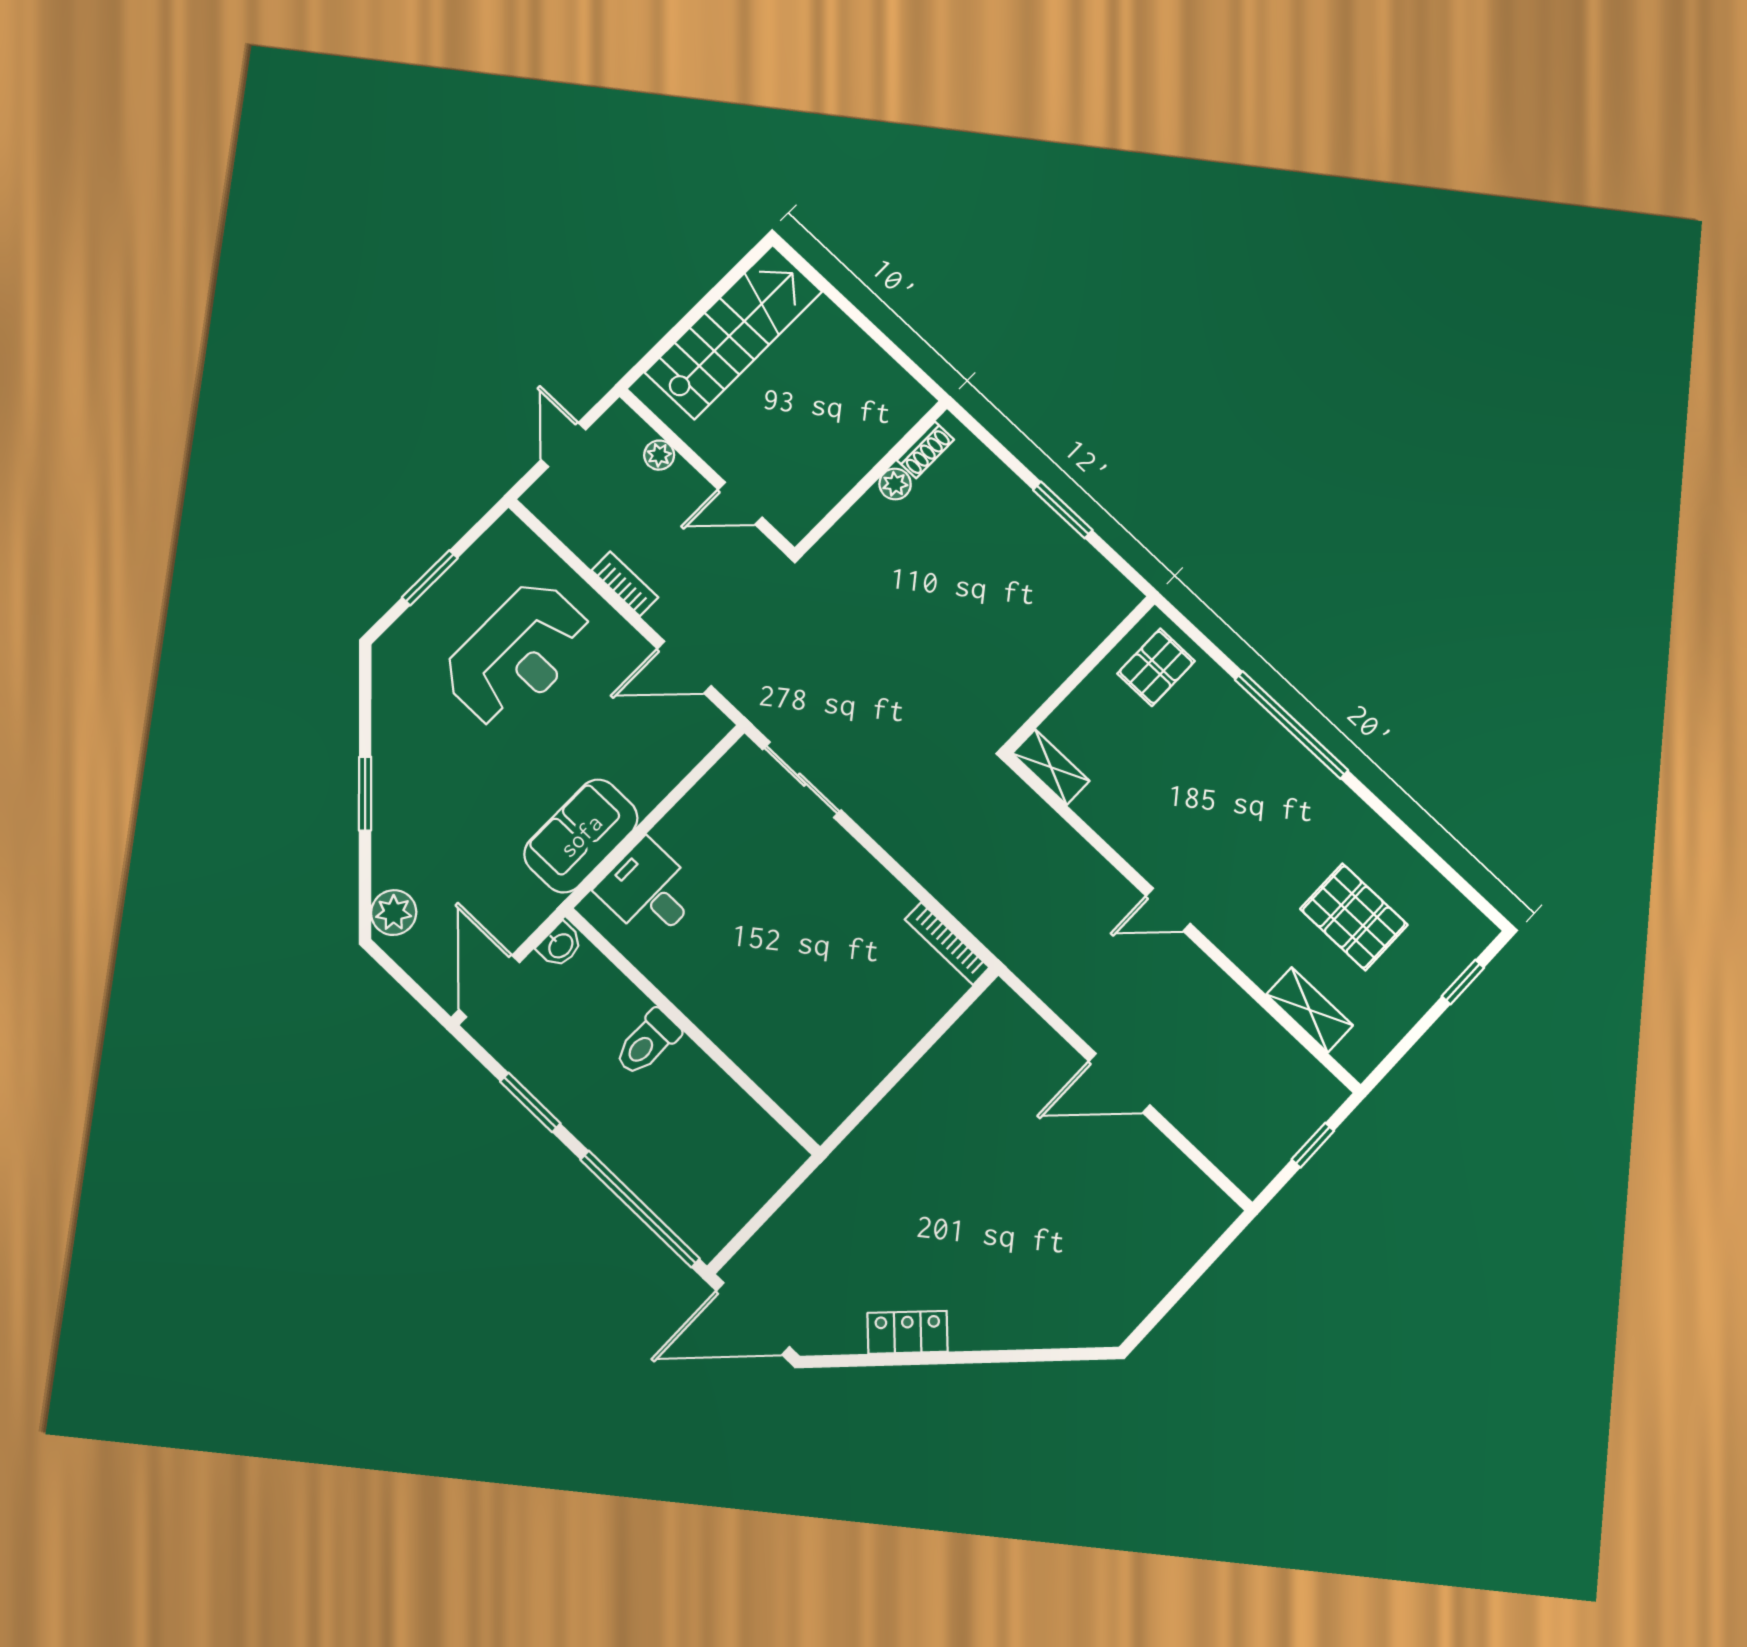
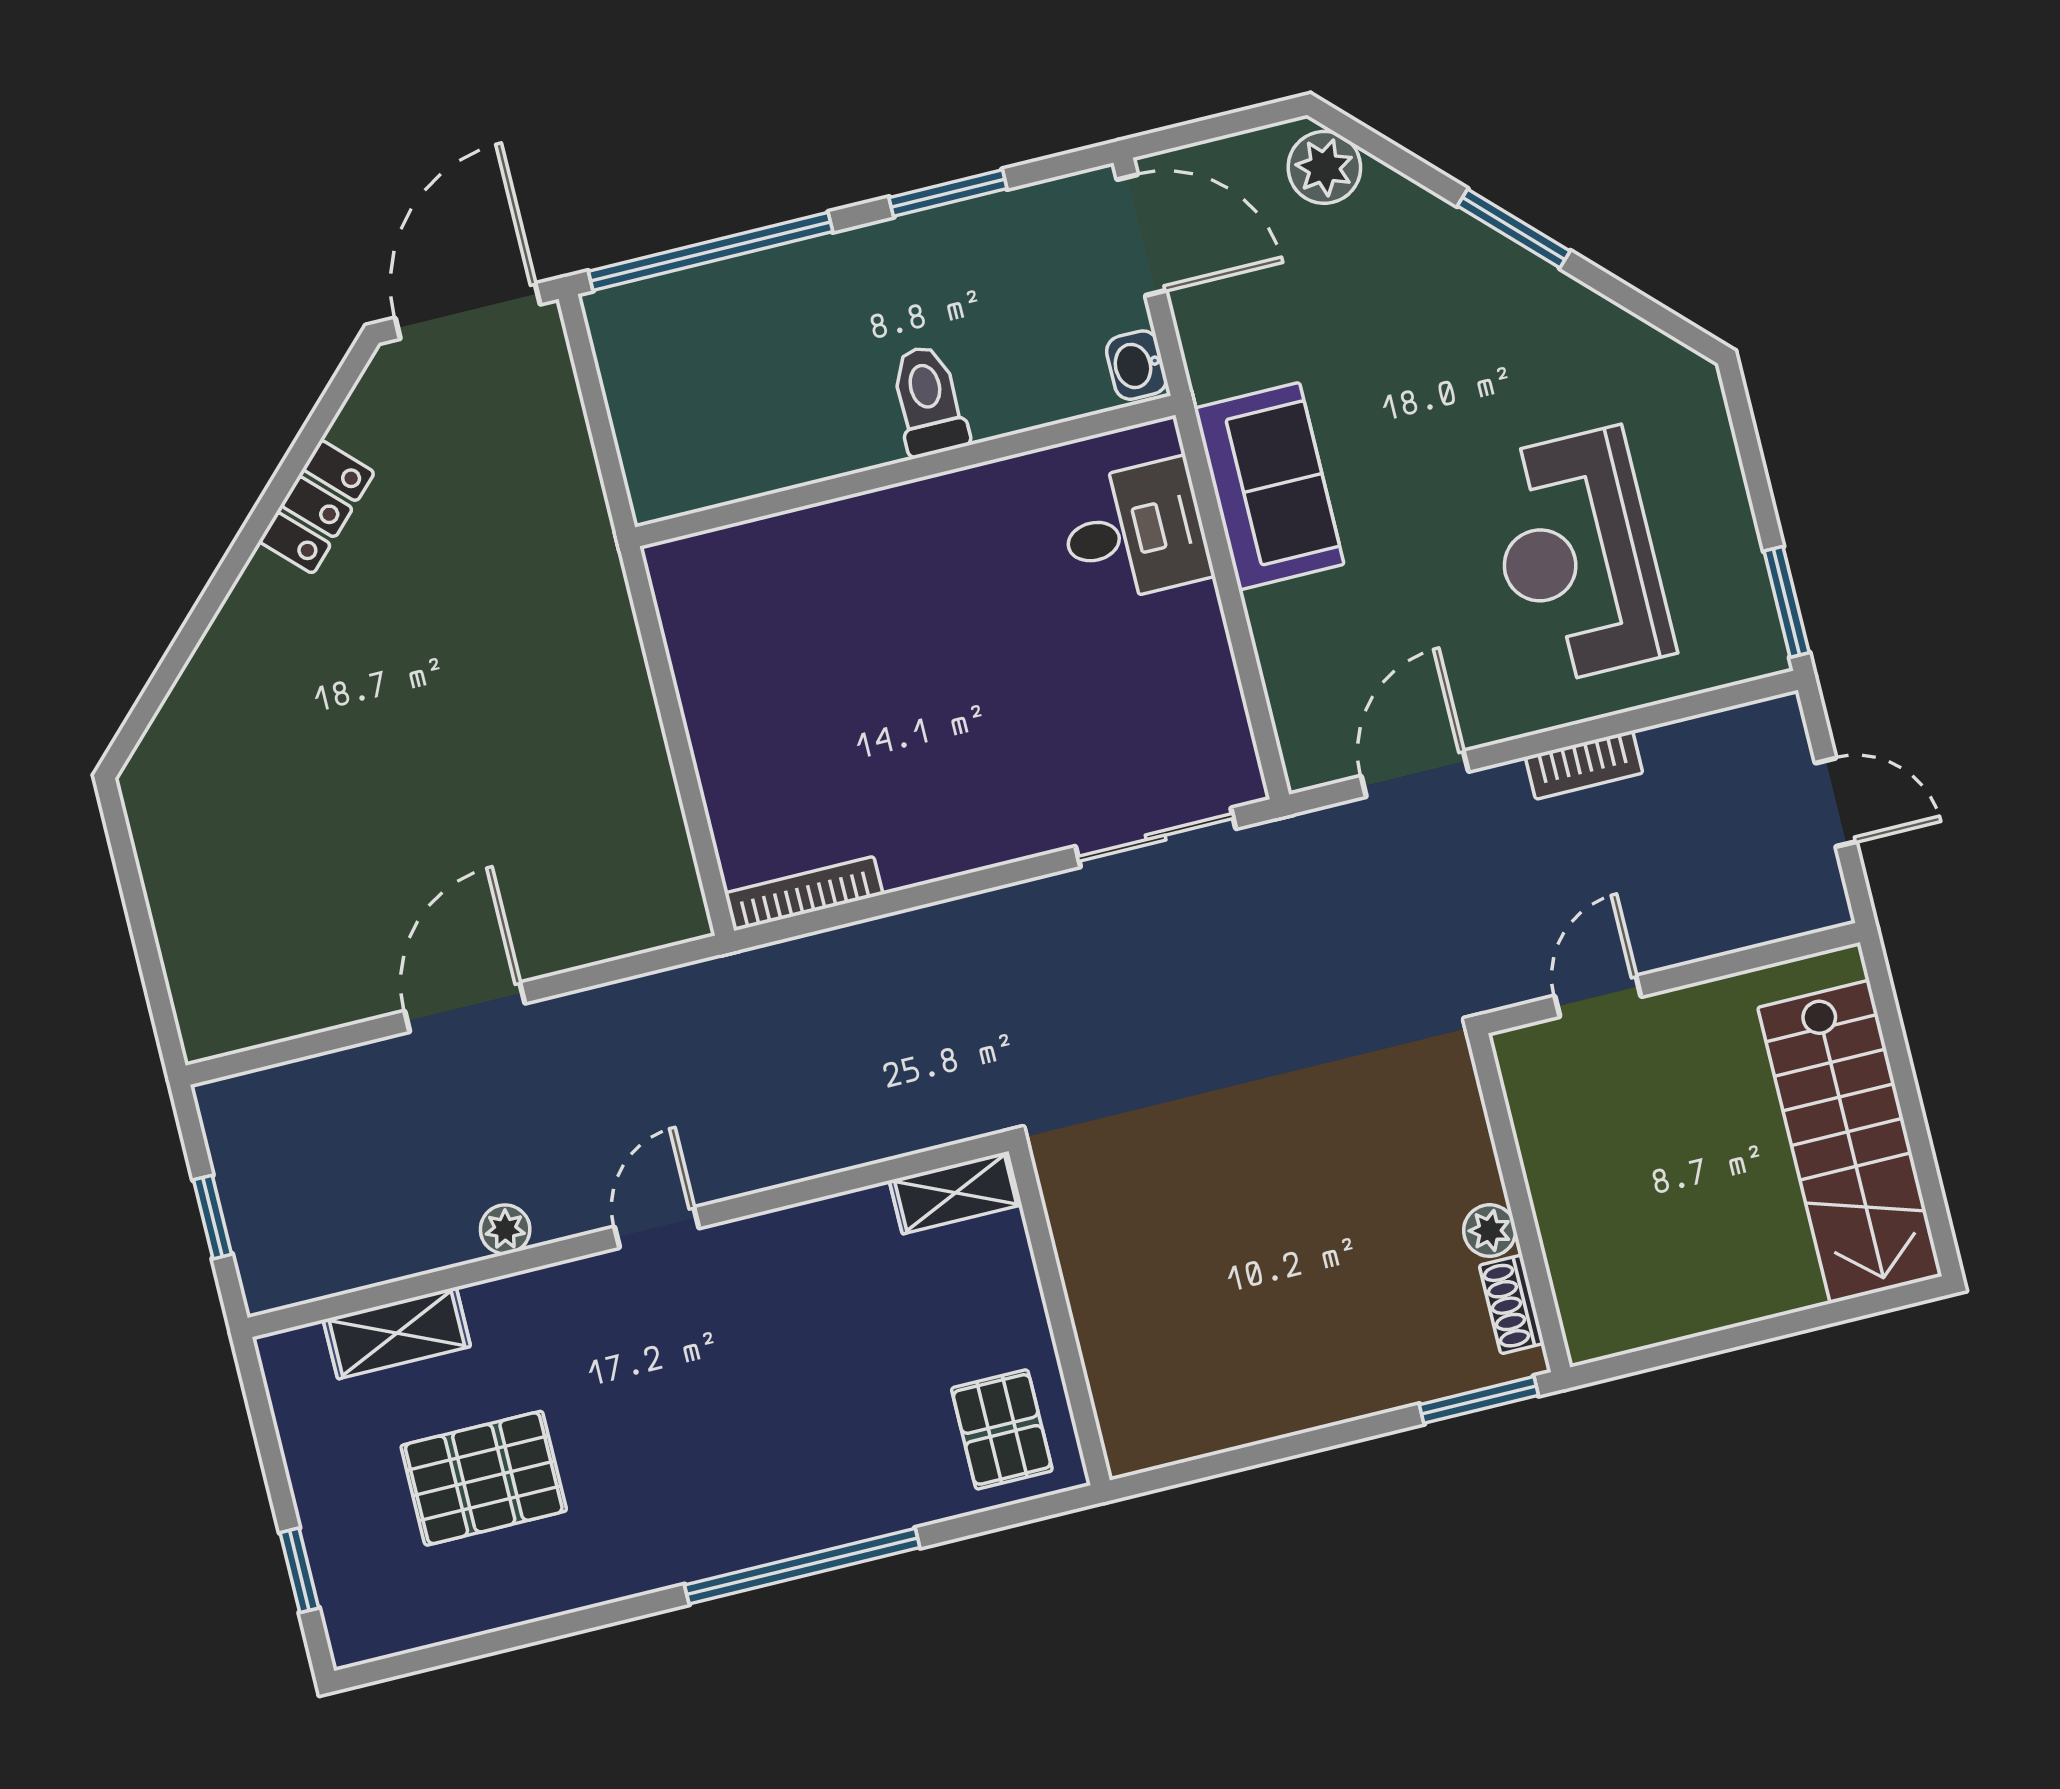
plant: (659, 455) -> (505, 1229), moved
window: (1063, 510) -> (1479, 1400), moved
window: (430, 578) -> (1787, 602), moved

